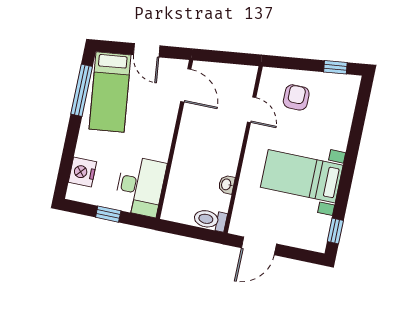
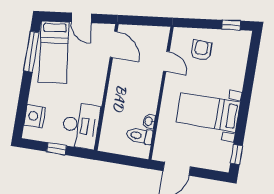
toilet: (210, 220) -> (140, 136), moved

